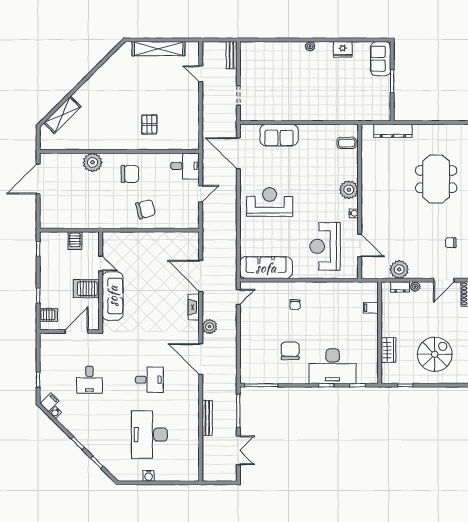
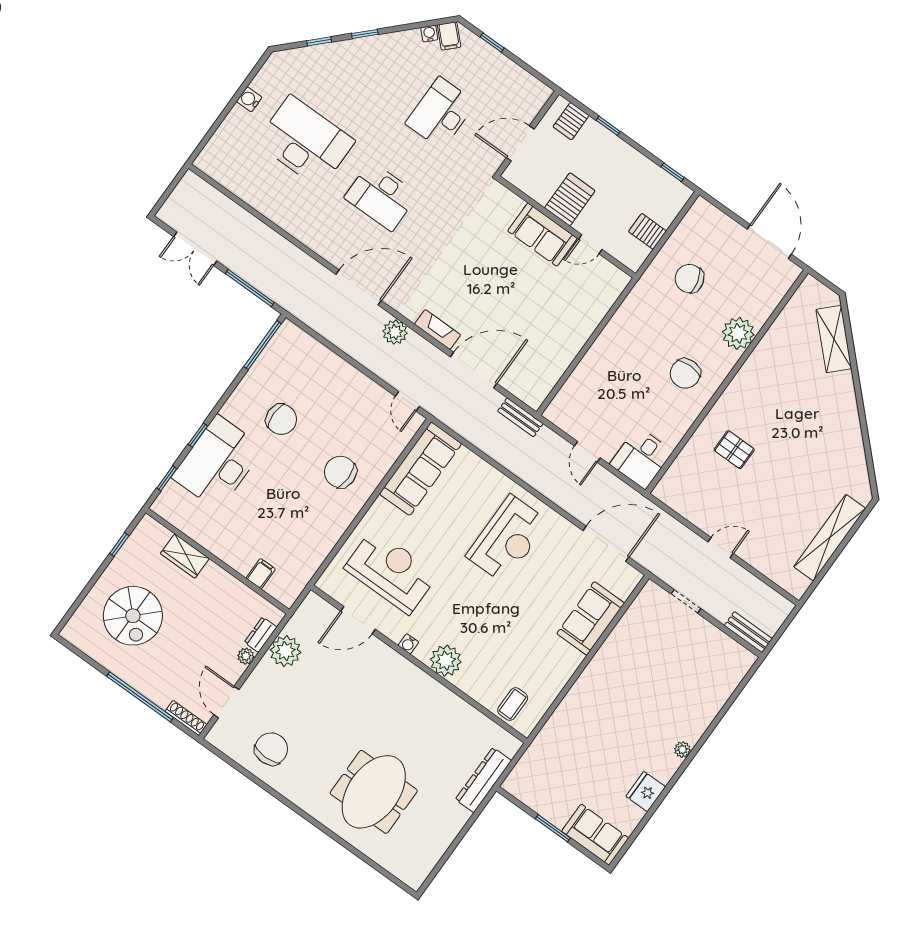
door: (201, 74) -> (721, 548), moved
meeting table: (436, 179) -> (374, 792), turned 90
chair: (145, 209) -> (689, 279), moved, turned 90
chair: (451, 243) -> (271, 749), width x1.87, depth x1.87
sofa: (113, 296) -> (542, 235), width x0.73
chair: (295, 305) -> (340, 472), width x1.87, depth x1.87
door: (77, 331) -> (520, 143), swing flipped
desk: (89, 380) -> (441, 113), width x1.37
desk: (149, 380) -> (381, 196), width x1.37
bench: (207, 418) -> (520, 417), moved, width x0.73

